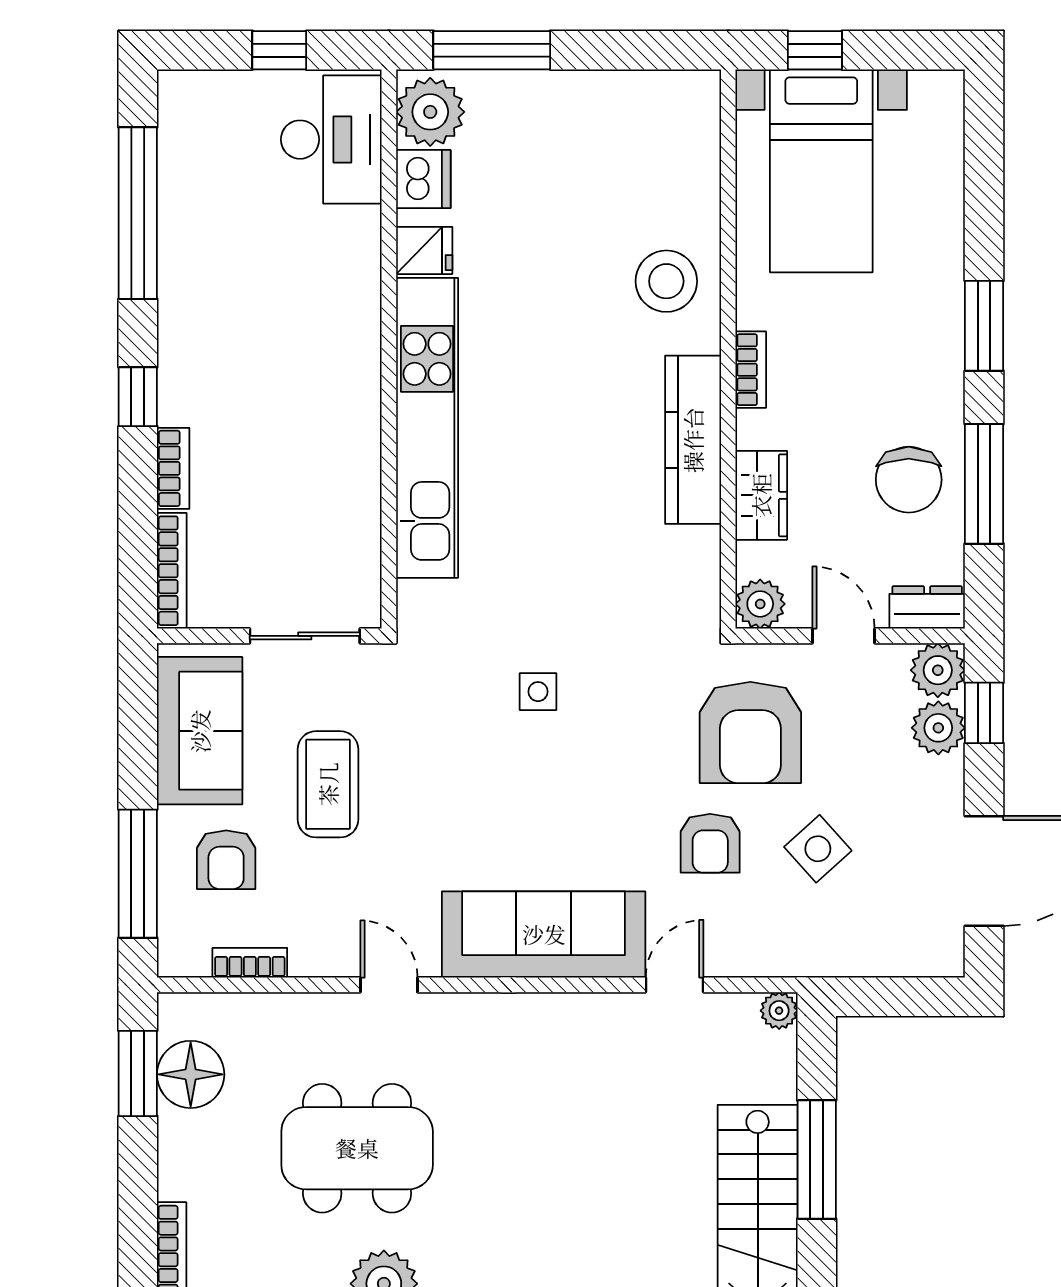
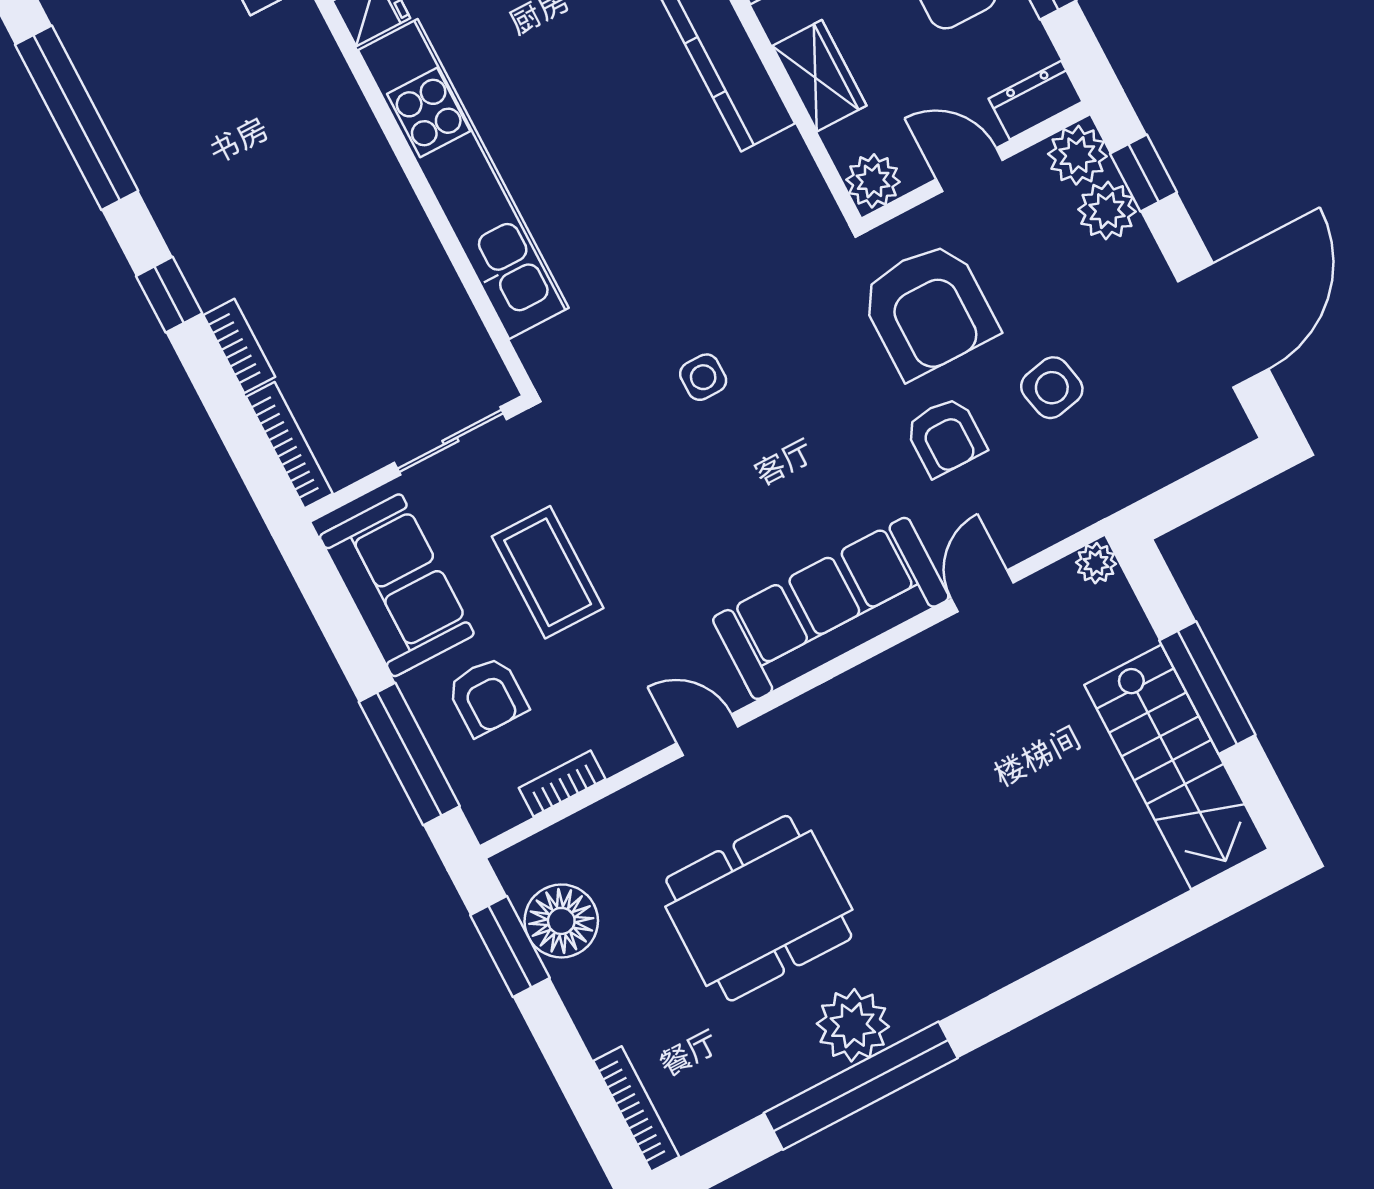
side table: (818, 849) -> (1052, 388), turned 30

